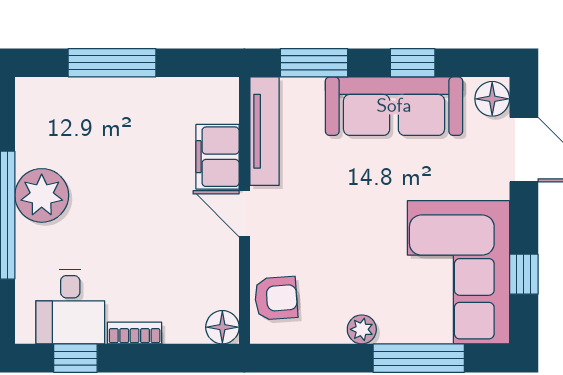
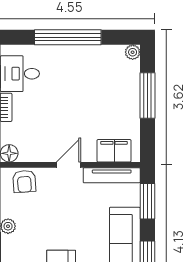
filing cabinet: (218, 157) -> (114, 151), moved
plant: (42, 195) -> (133, 52), moved, width x0.53, depth x0.53

